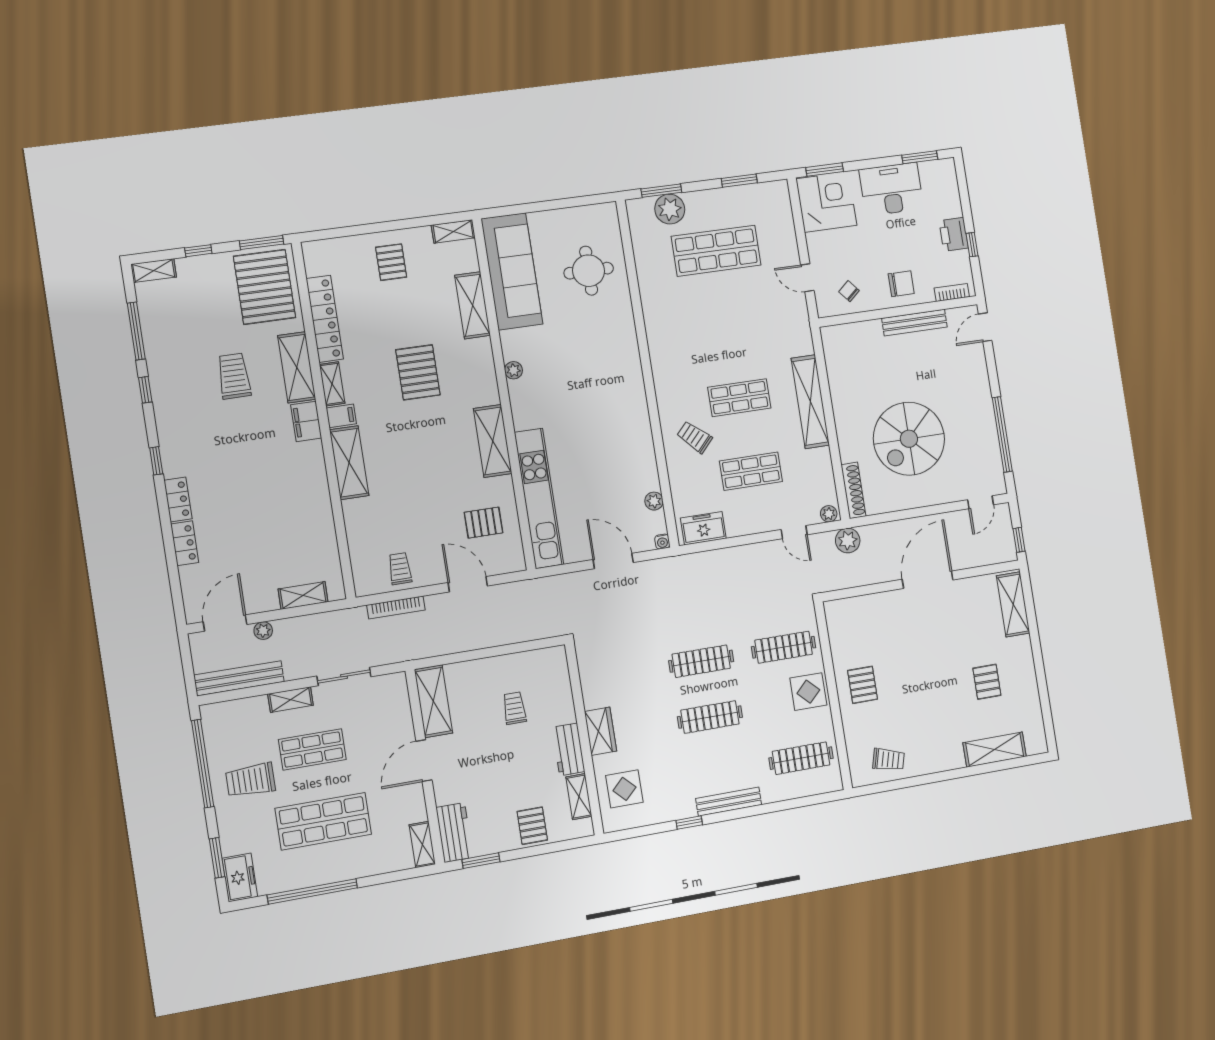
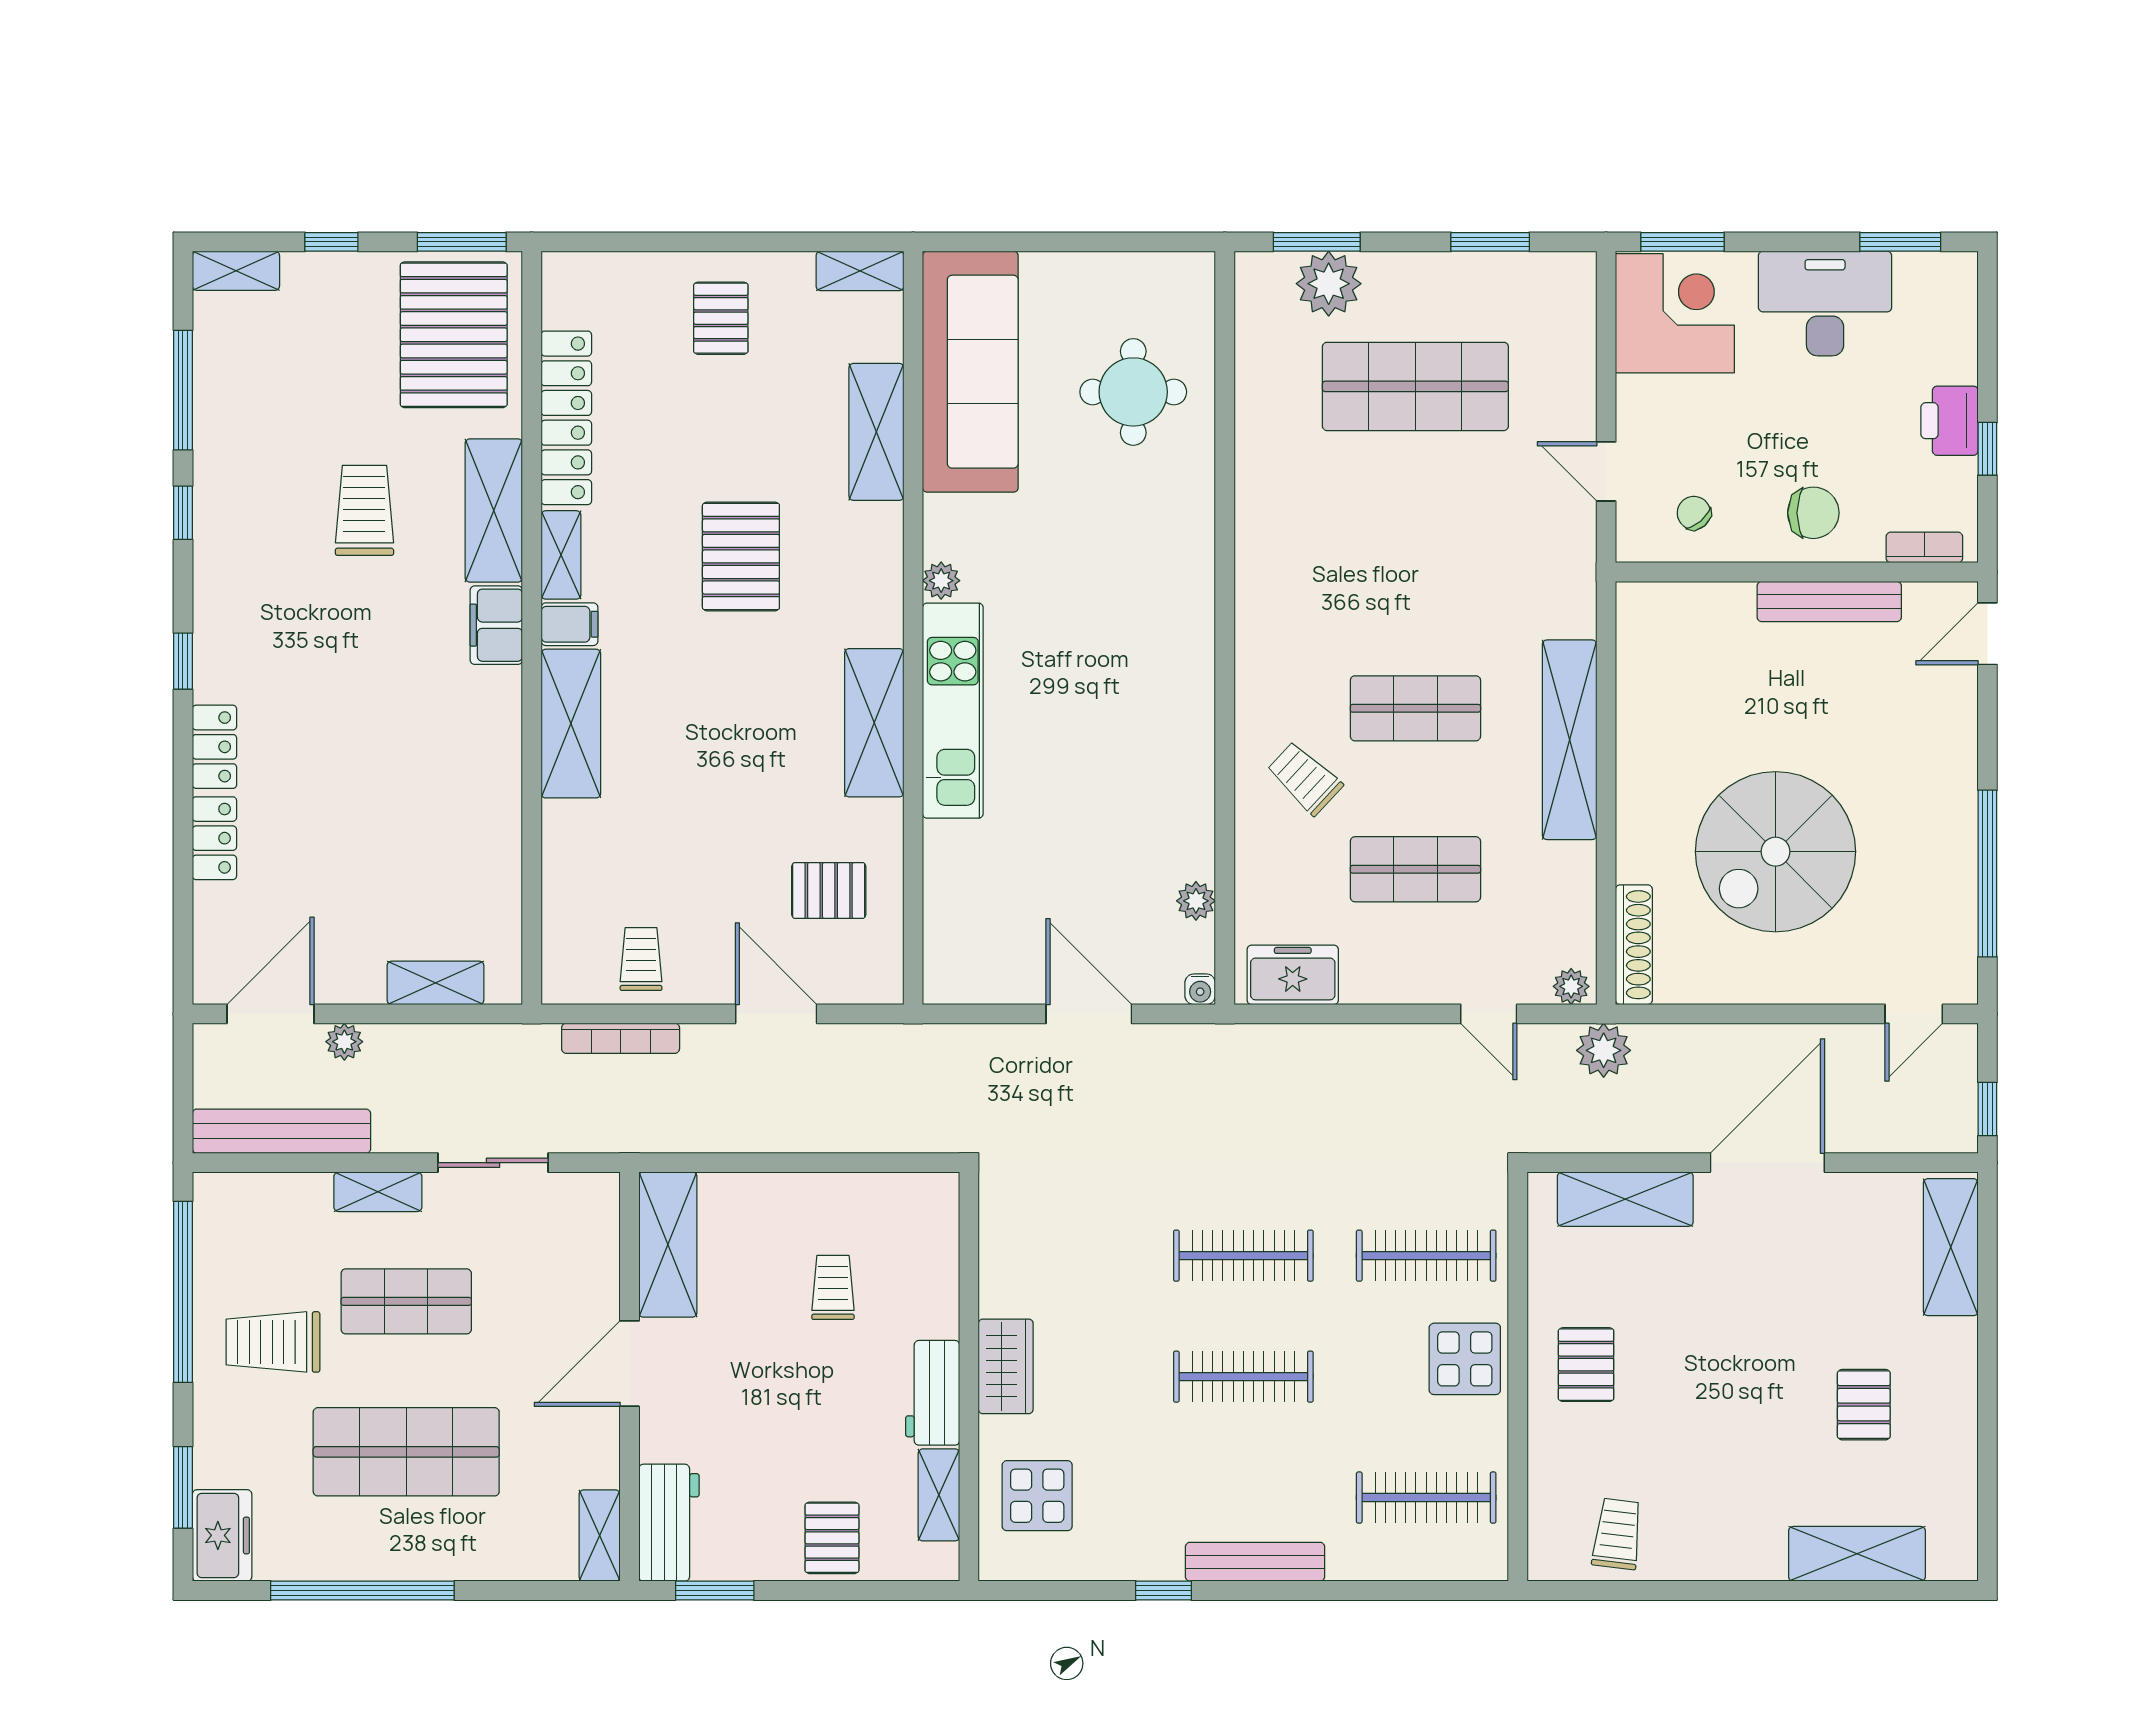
kitchen unit: (539, 498) -> (953, 711), moved, width x0.73
shelving: (868, 607) -> (1625, 1199), added
trolley: (889, 760) -> (1617, 1534), turned -98

